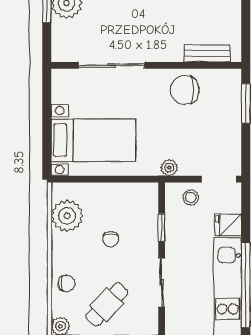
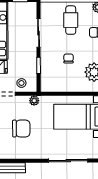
chair: (185, 90) -> (21, 128), moved
cafe table: (107, 304) -> (71, 20), turned -43

